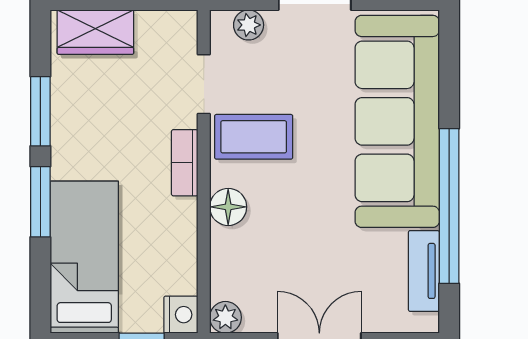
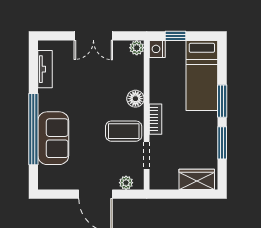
sofa: (397, 121) -> (53, 138), width x0.54, depth x0.79
window: (449, 206) -> (33, 129), moved

